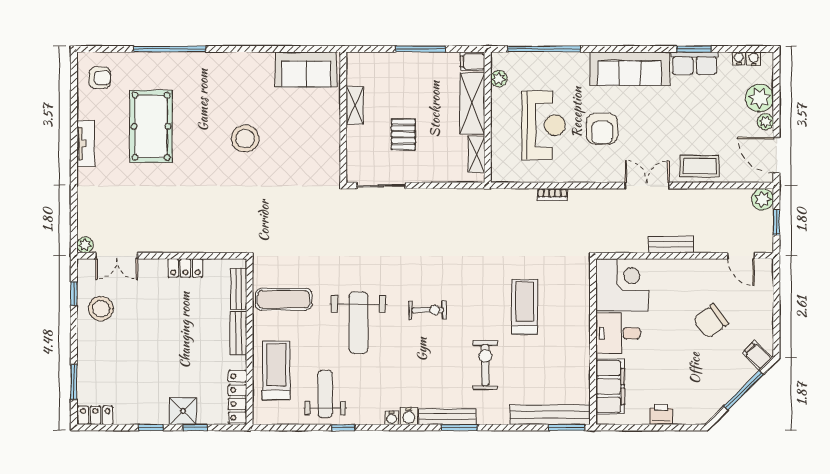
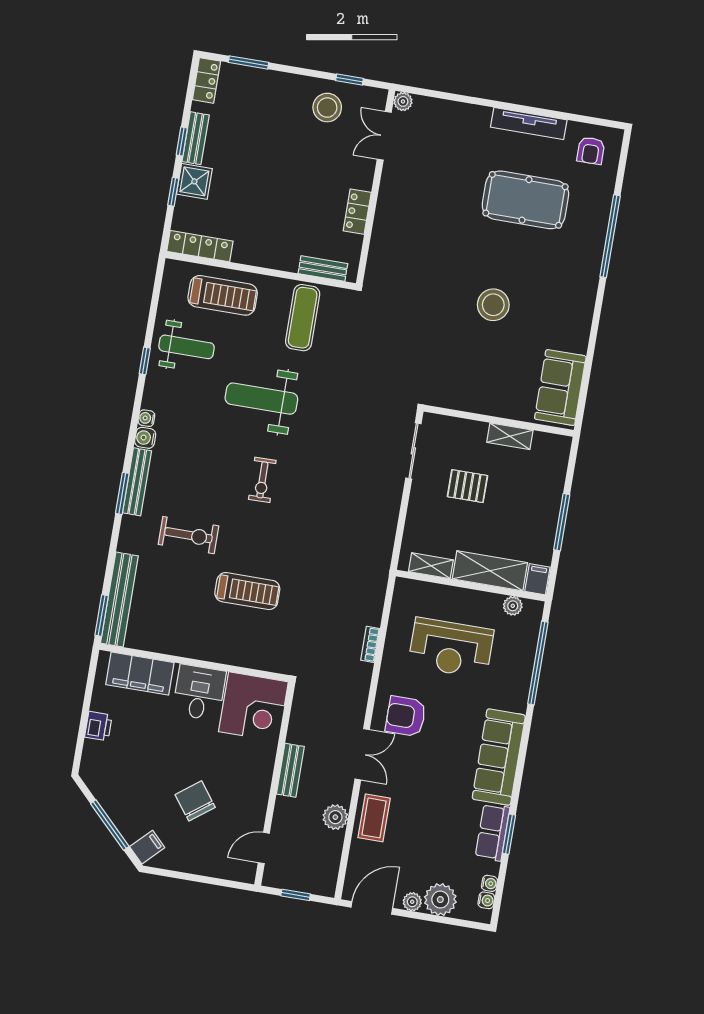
armchair: (602, 129) -> (406, 716), moved
tv unit: (86, 144) -> (529, 124), width x1.41
plant: (763, 199) -> (335, 817), moved
bench: (238, 333) -> (196, 138), moved, turned 90

